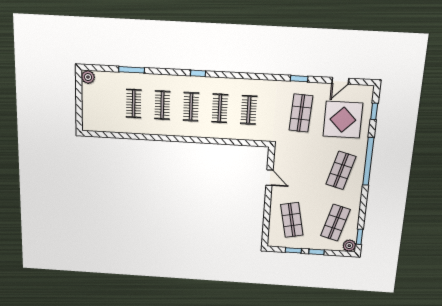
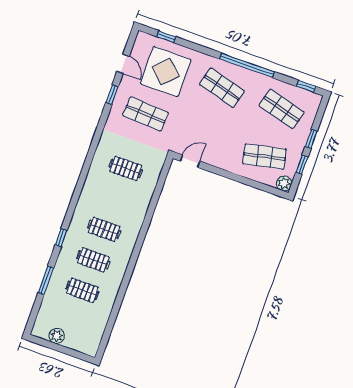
window: (198, 73) -> (61, 238), moved
plant: (88, 77) -> (57, 336), moved
window: (299, 79) -> (112, 94), moved
clothes rail: (220, 108) -> (115, 199), removed
window: (368, 161) -> (247, 65), moved
door: (269, 178) -> (190, 161), moved
plant: (349, 246) -> (284, 183), moved

